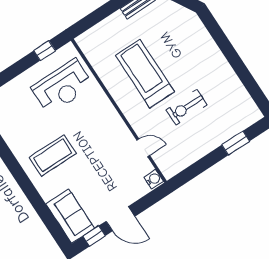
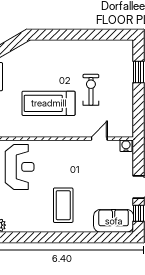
exercise bike: (187, 107) -> (91, 90), turned 180

